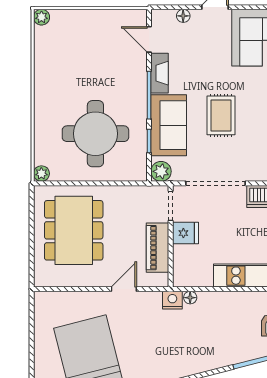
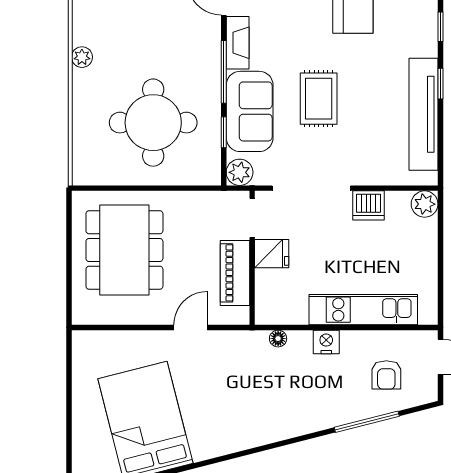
plant: (41, 174) -> (82, 57), moved
nightstand: (172, 300) -> (326, 342), moved

